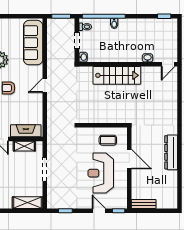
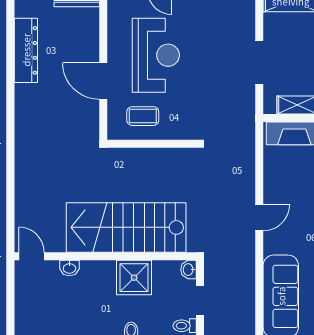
shower: (113, 53) -> (134, 278), added
door: (168, 64) -> (31, 256), hinge flipped
stairs: (117, 75) -> (126, 227), width x1.36, depth x1.51
dresser: (171, 152) -> (26, 50), moved

